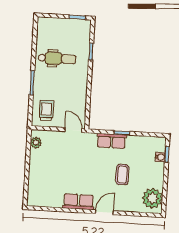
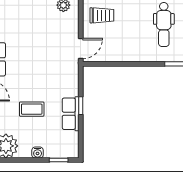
row of seats: (111, 141) -> (71, 114), moved
water cooler: (160, 157) -> (38, 153), moved

